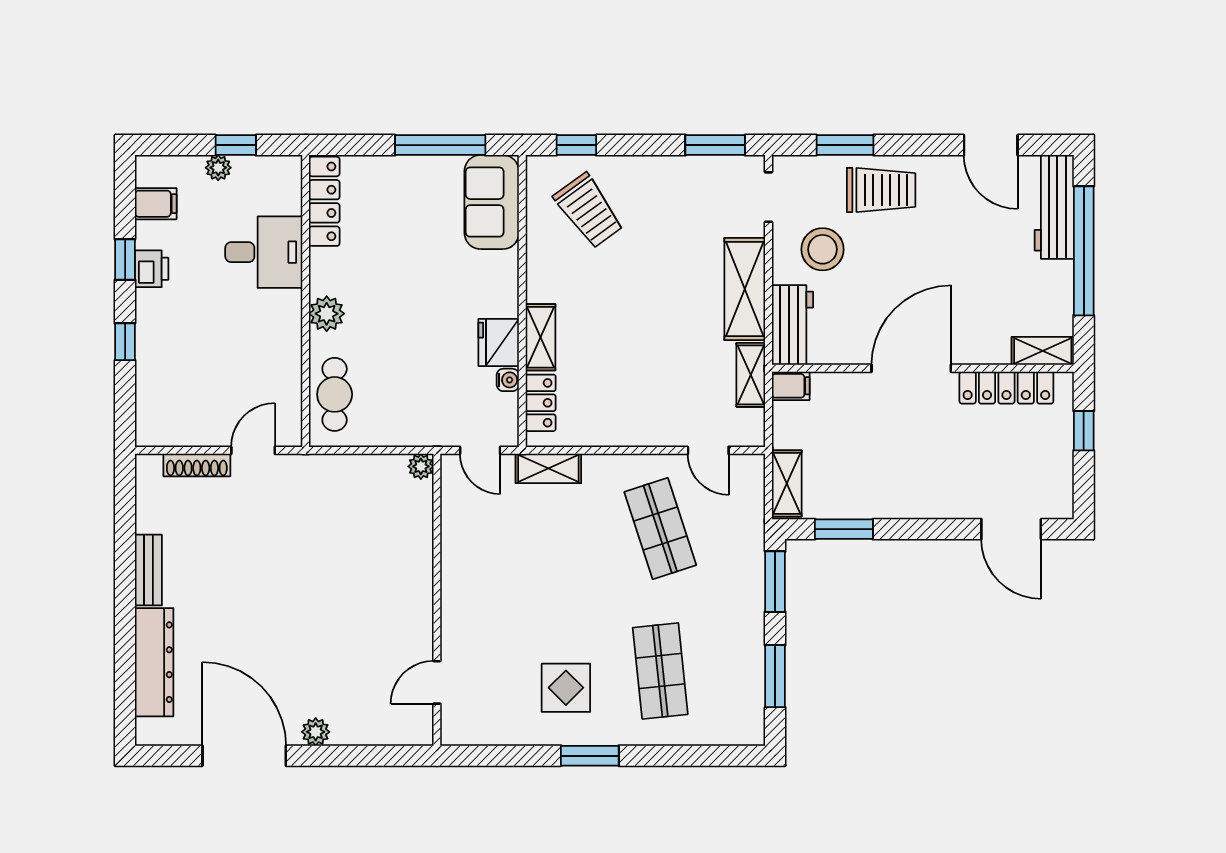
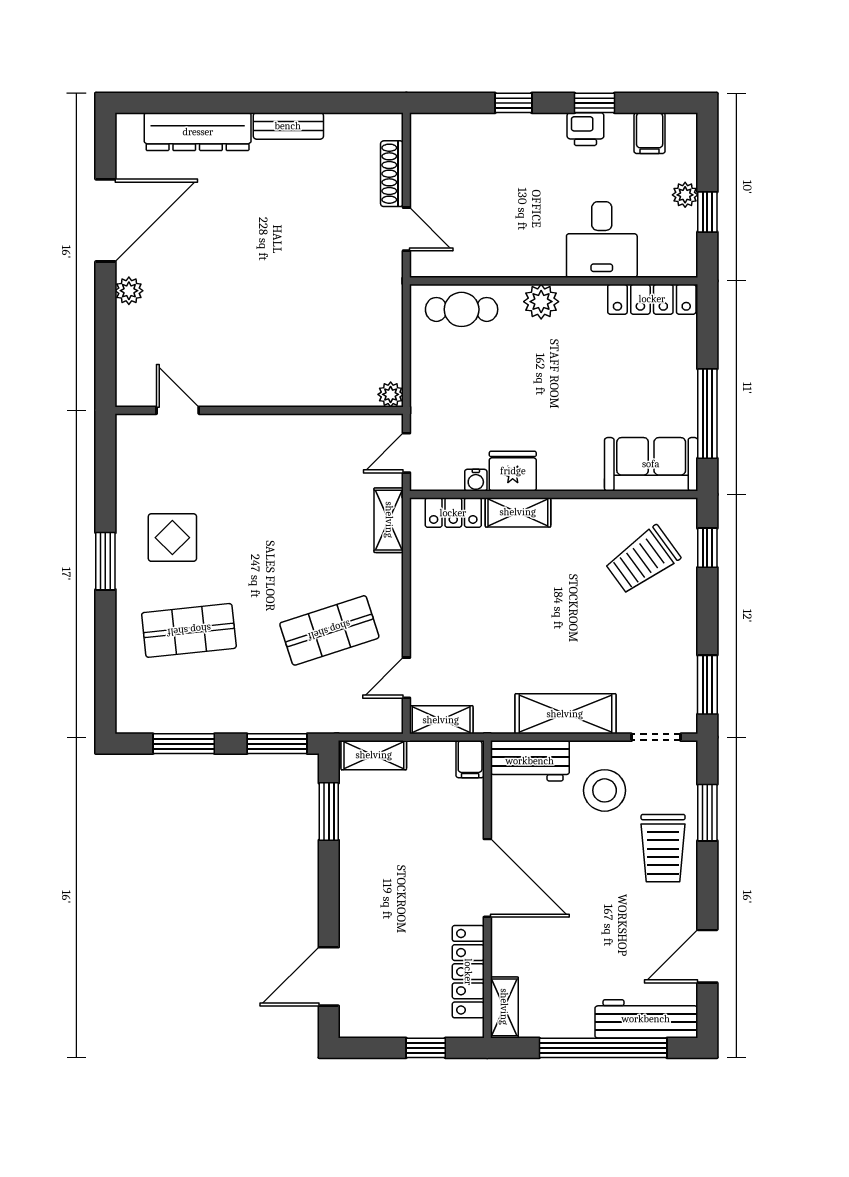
shelving: (751, 375) -> (441, 720), moved

